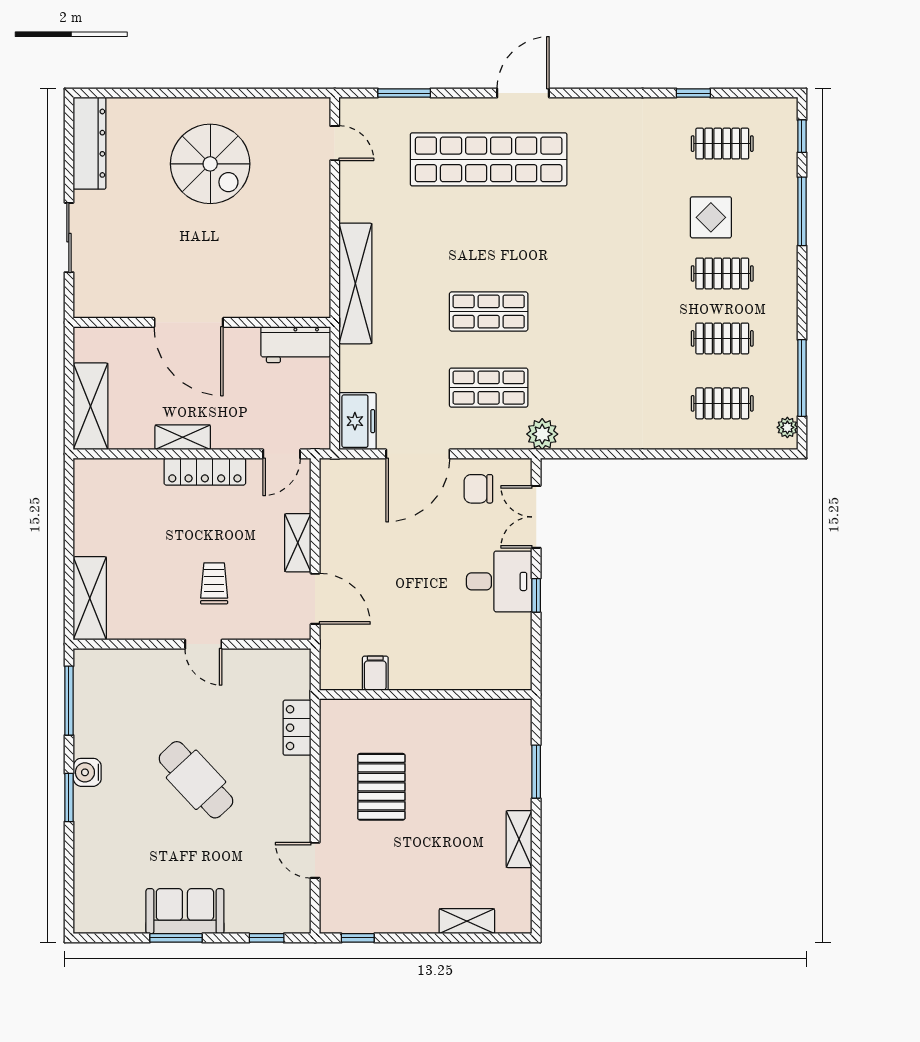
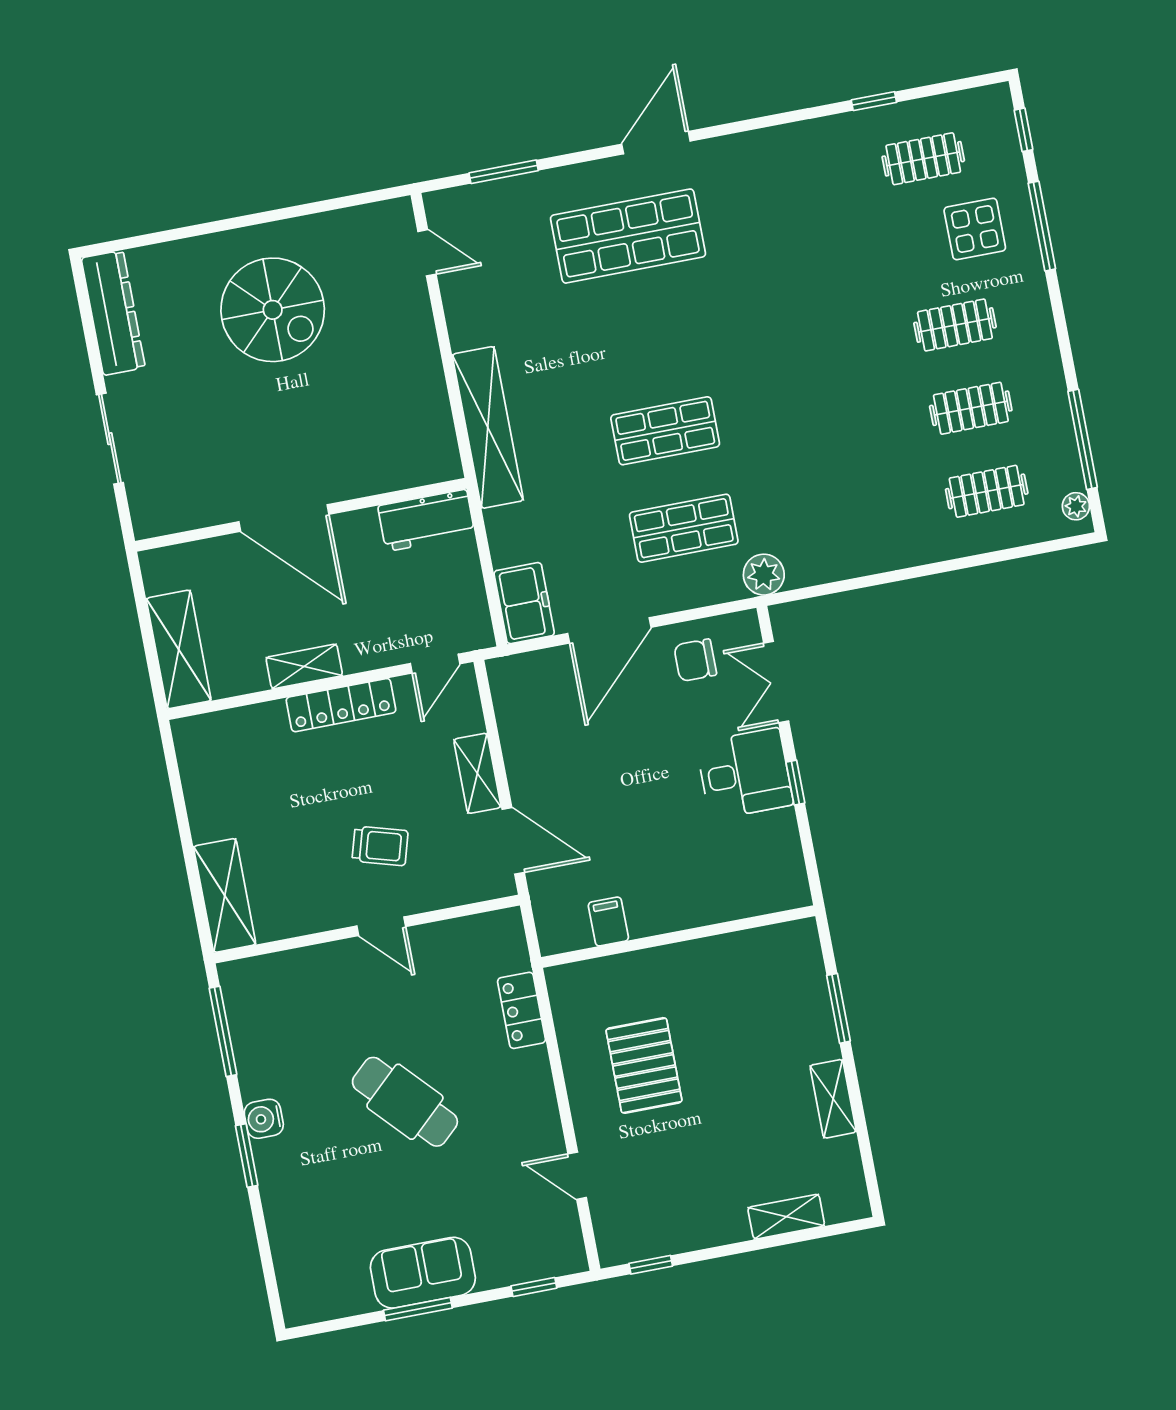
shop shelf: (489, 159) -> (628, 236), width x0.71
display table: (711, 217) -> (975, 229), moved
trolley: (214, 583) -> (380, 846), turned 106

